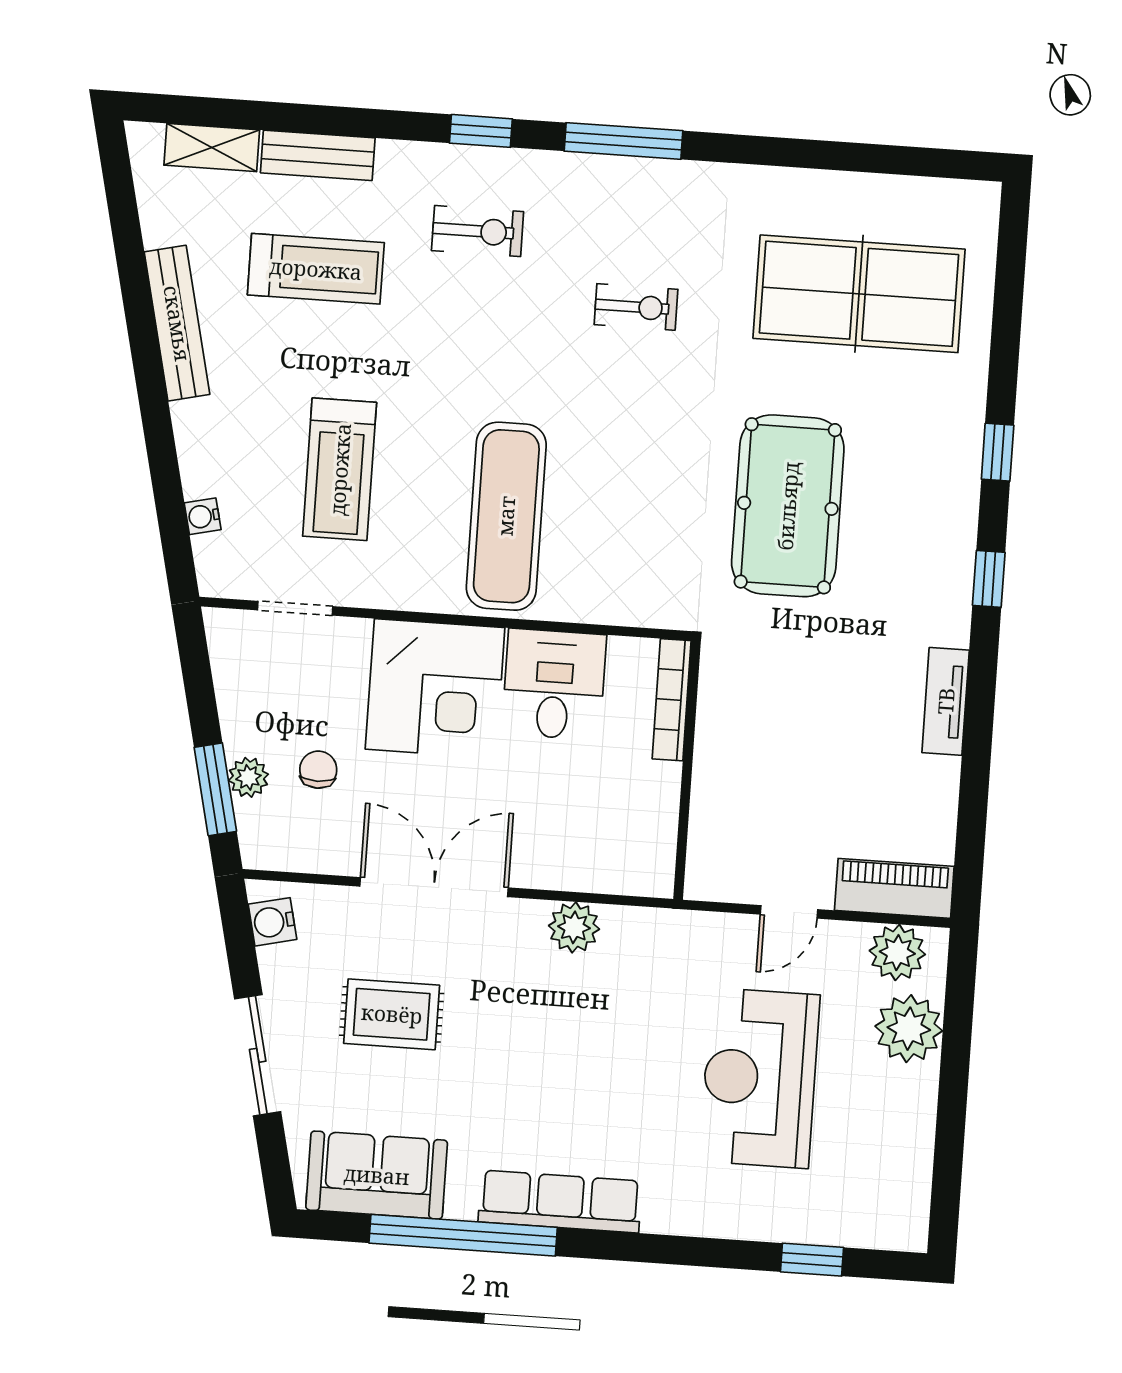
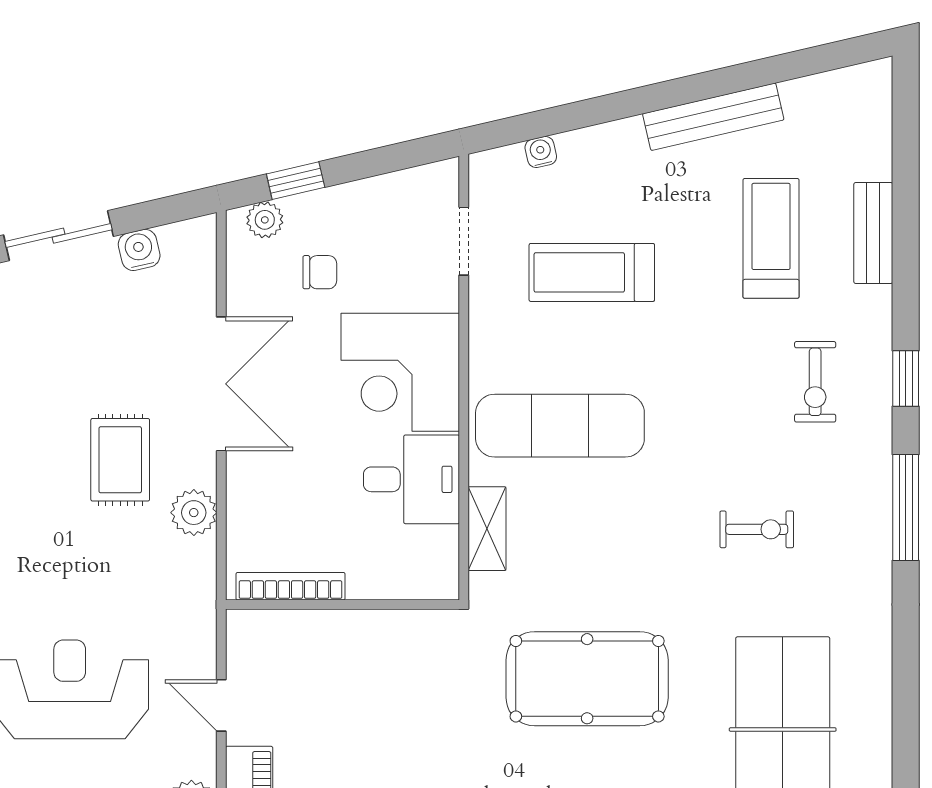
shelving: (212, 148) -> (487, 529), moved
treadmill: (316, 269) -> (771, 238), turned 180
exercise bike: (636, 307) -> (757, 529), turned -90
bookcase: (672, 700) -> (291, 586), moved
plant: (248, 777) -> (265, 220), moved
window: (215, 789) -> (296, 181), width x0.67
water cooler: (272, 922) -> (139, 250), moved
rug: (392, 1014) -> (120, 460), moved

